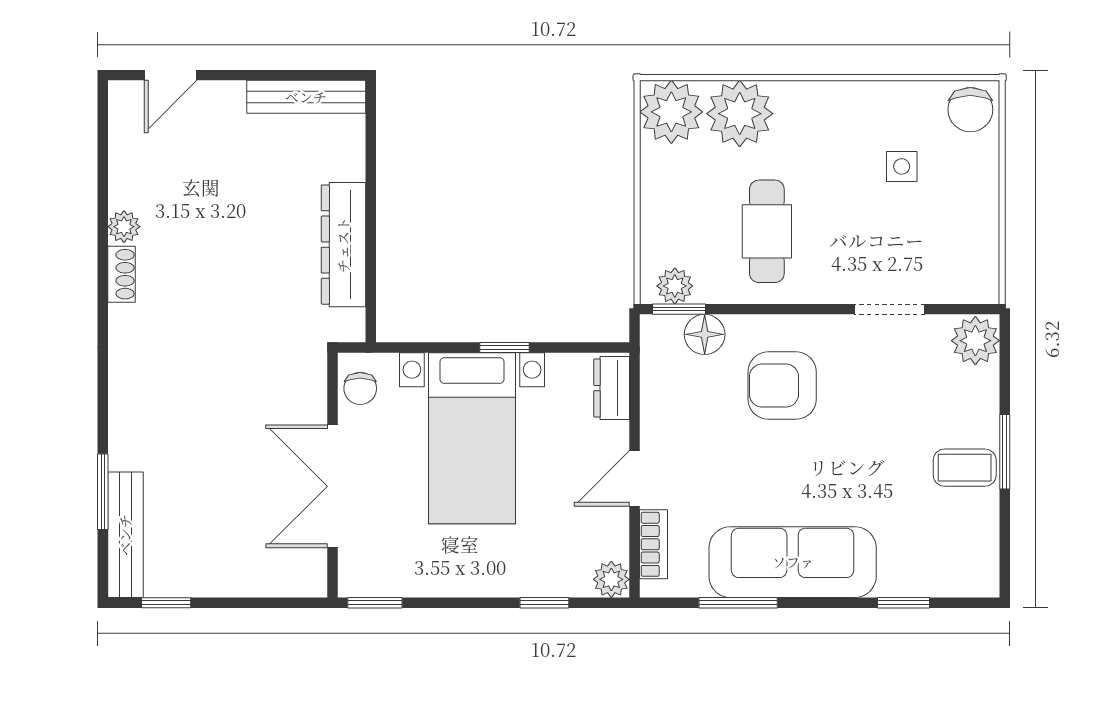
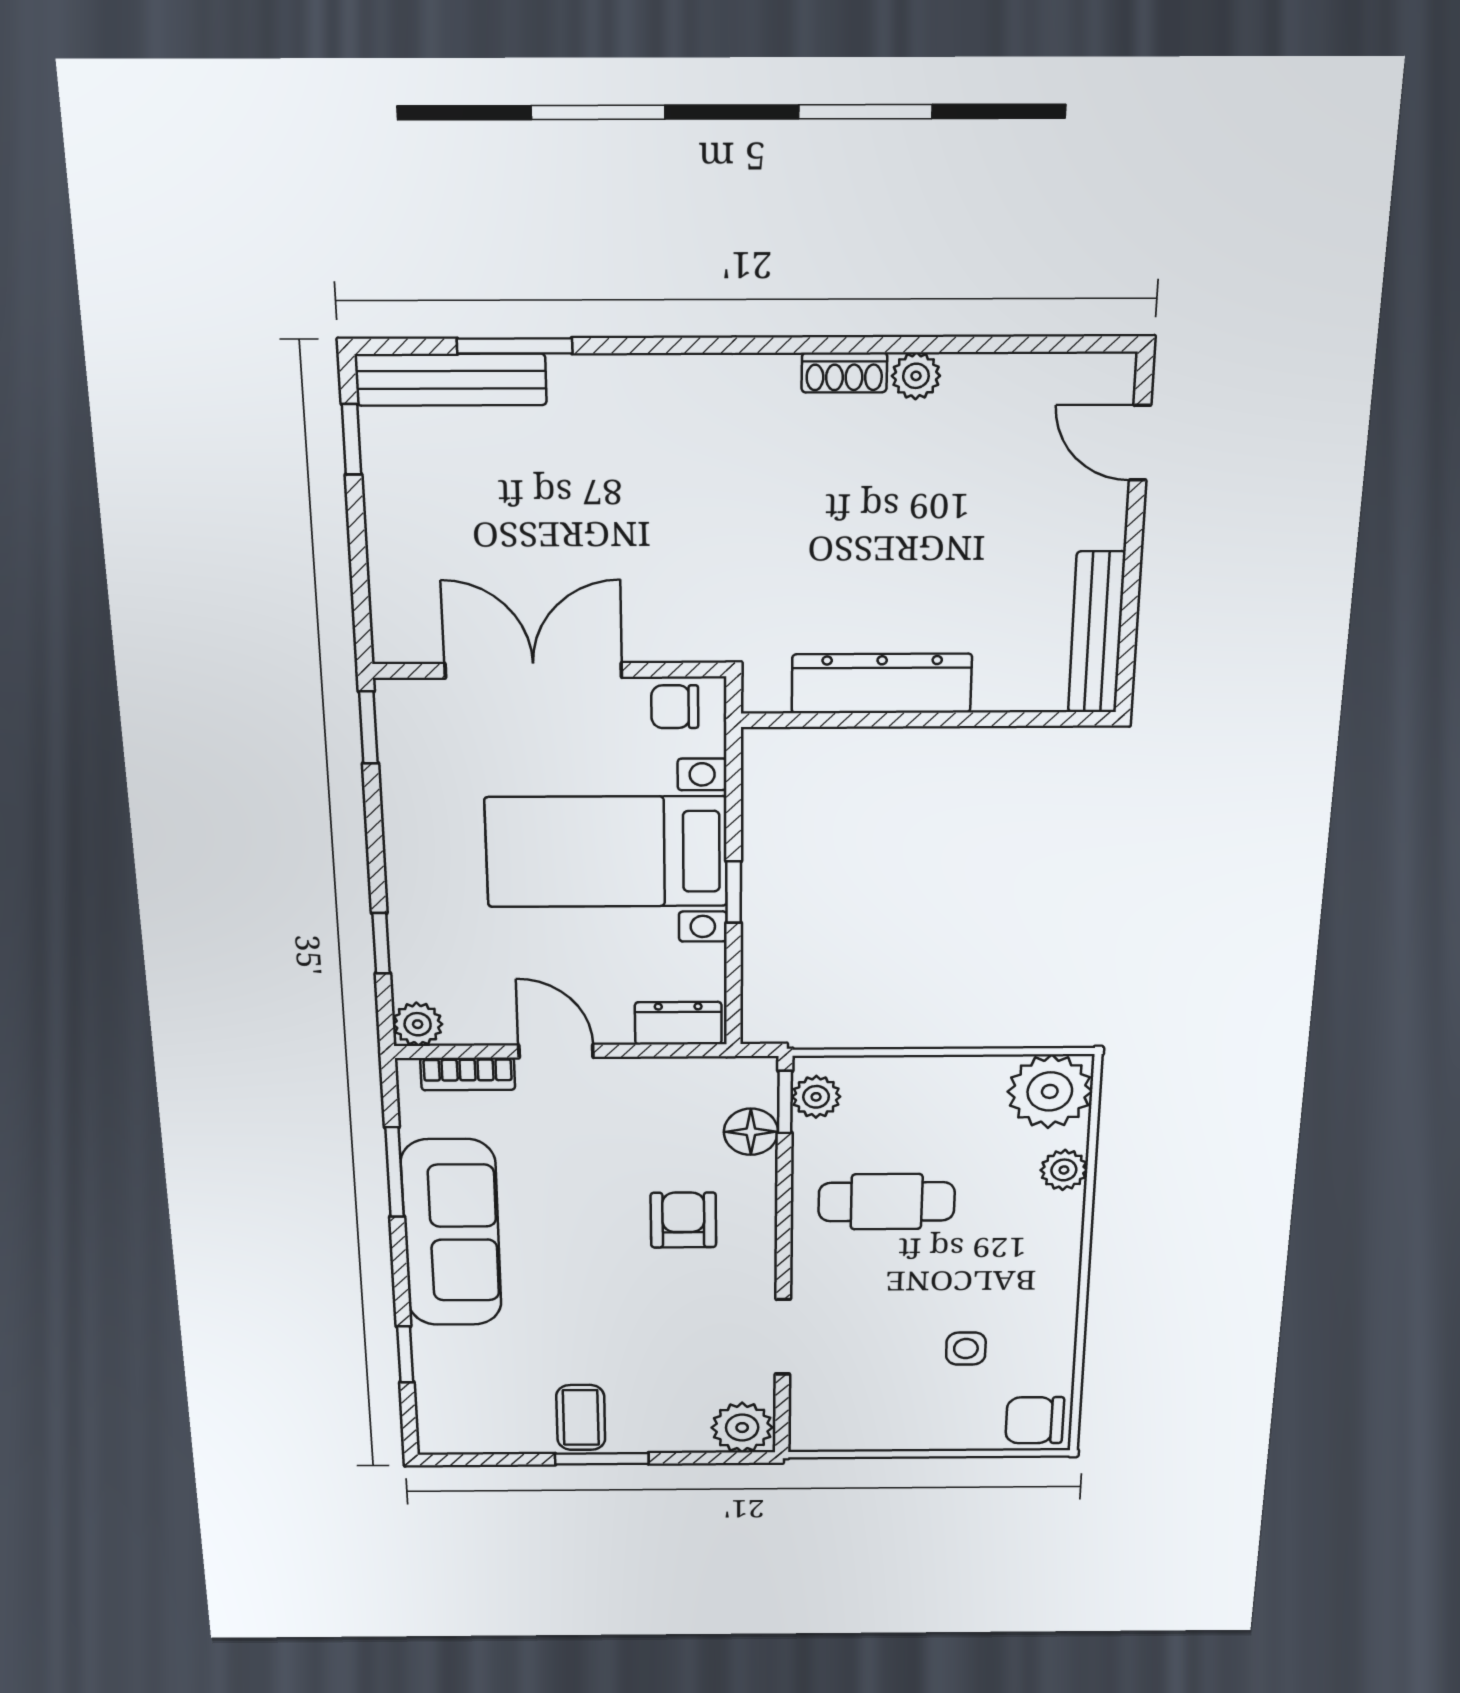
plant: (740, 114) -> (1064, 1170), width x0.53, depth x0.53
armchair: (782, 386) -> (683, 1220), width x0.72, depth x0.72

